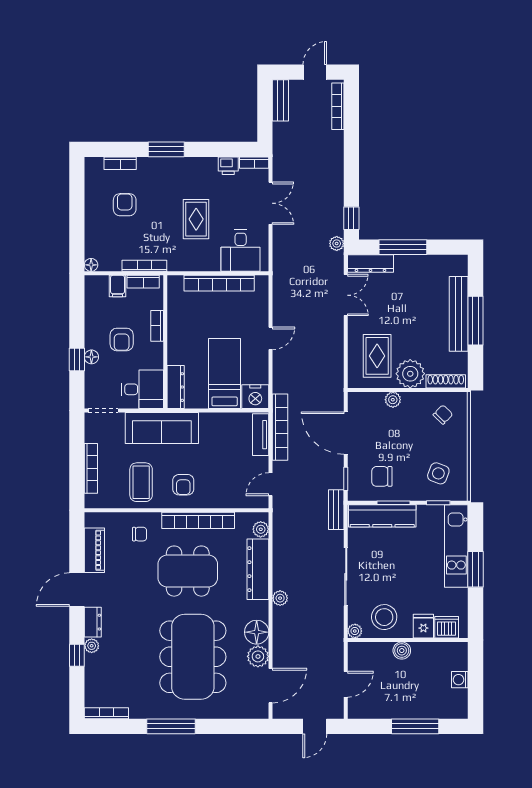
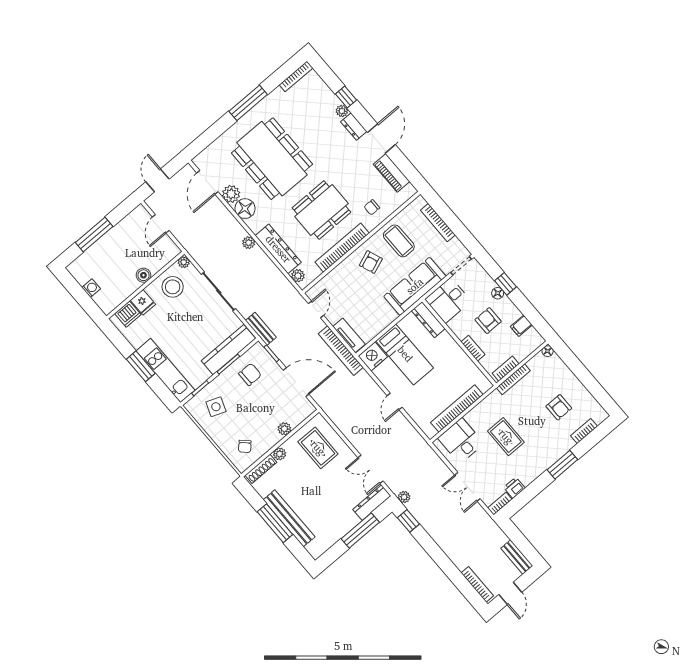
filing cabinet: (118, 286) -> (521, 326), moved, turned -90
plant: (410, 374) -> (280, 454), width x0.53, depth x0.53
armchair: (183, 485) -> (371, 262), turned -111

